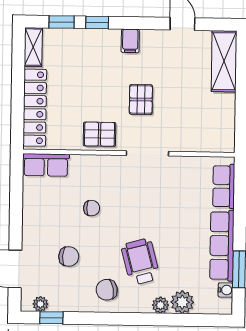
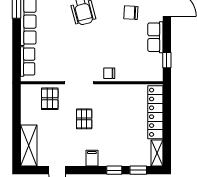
pallet: (100, 134) -> (50, 99), moved, turned 90
row of seats: (46, 165) -> (155, 37), moved, turned -90
window: (16, 185) -> (167, 60), added
chair: (92, 208) -> (109, 73), moved

